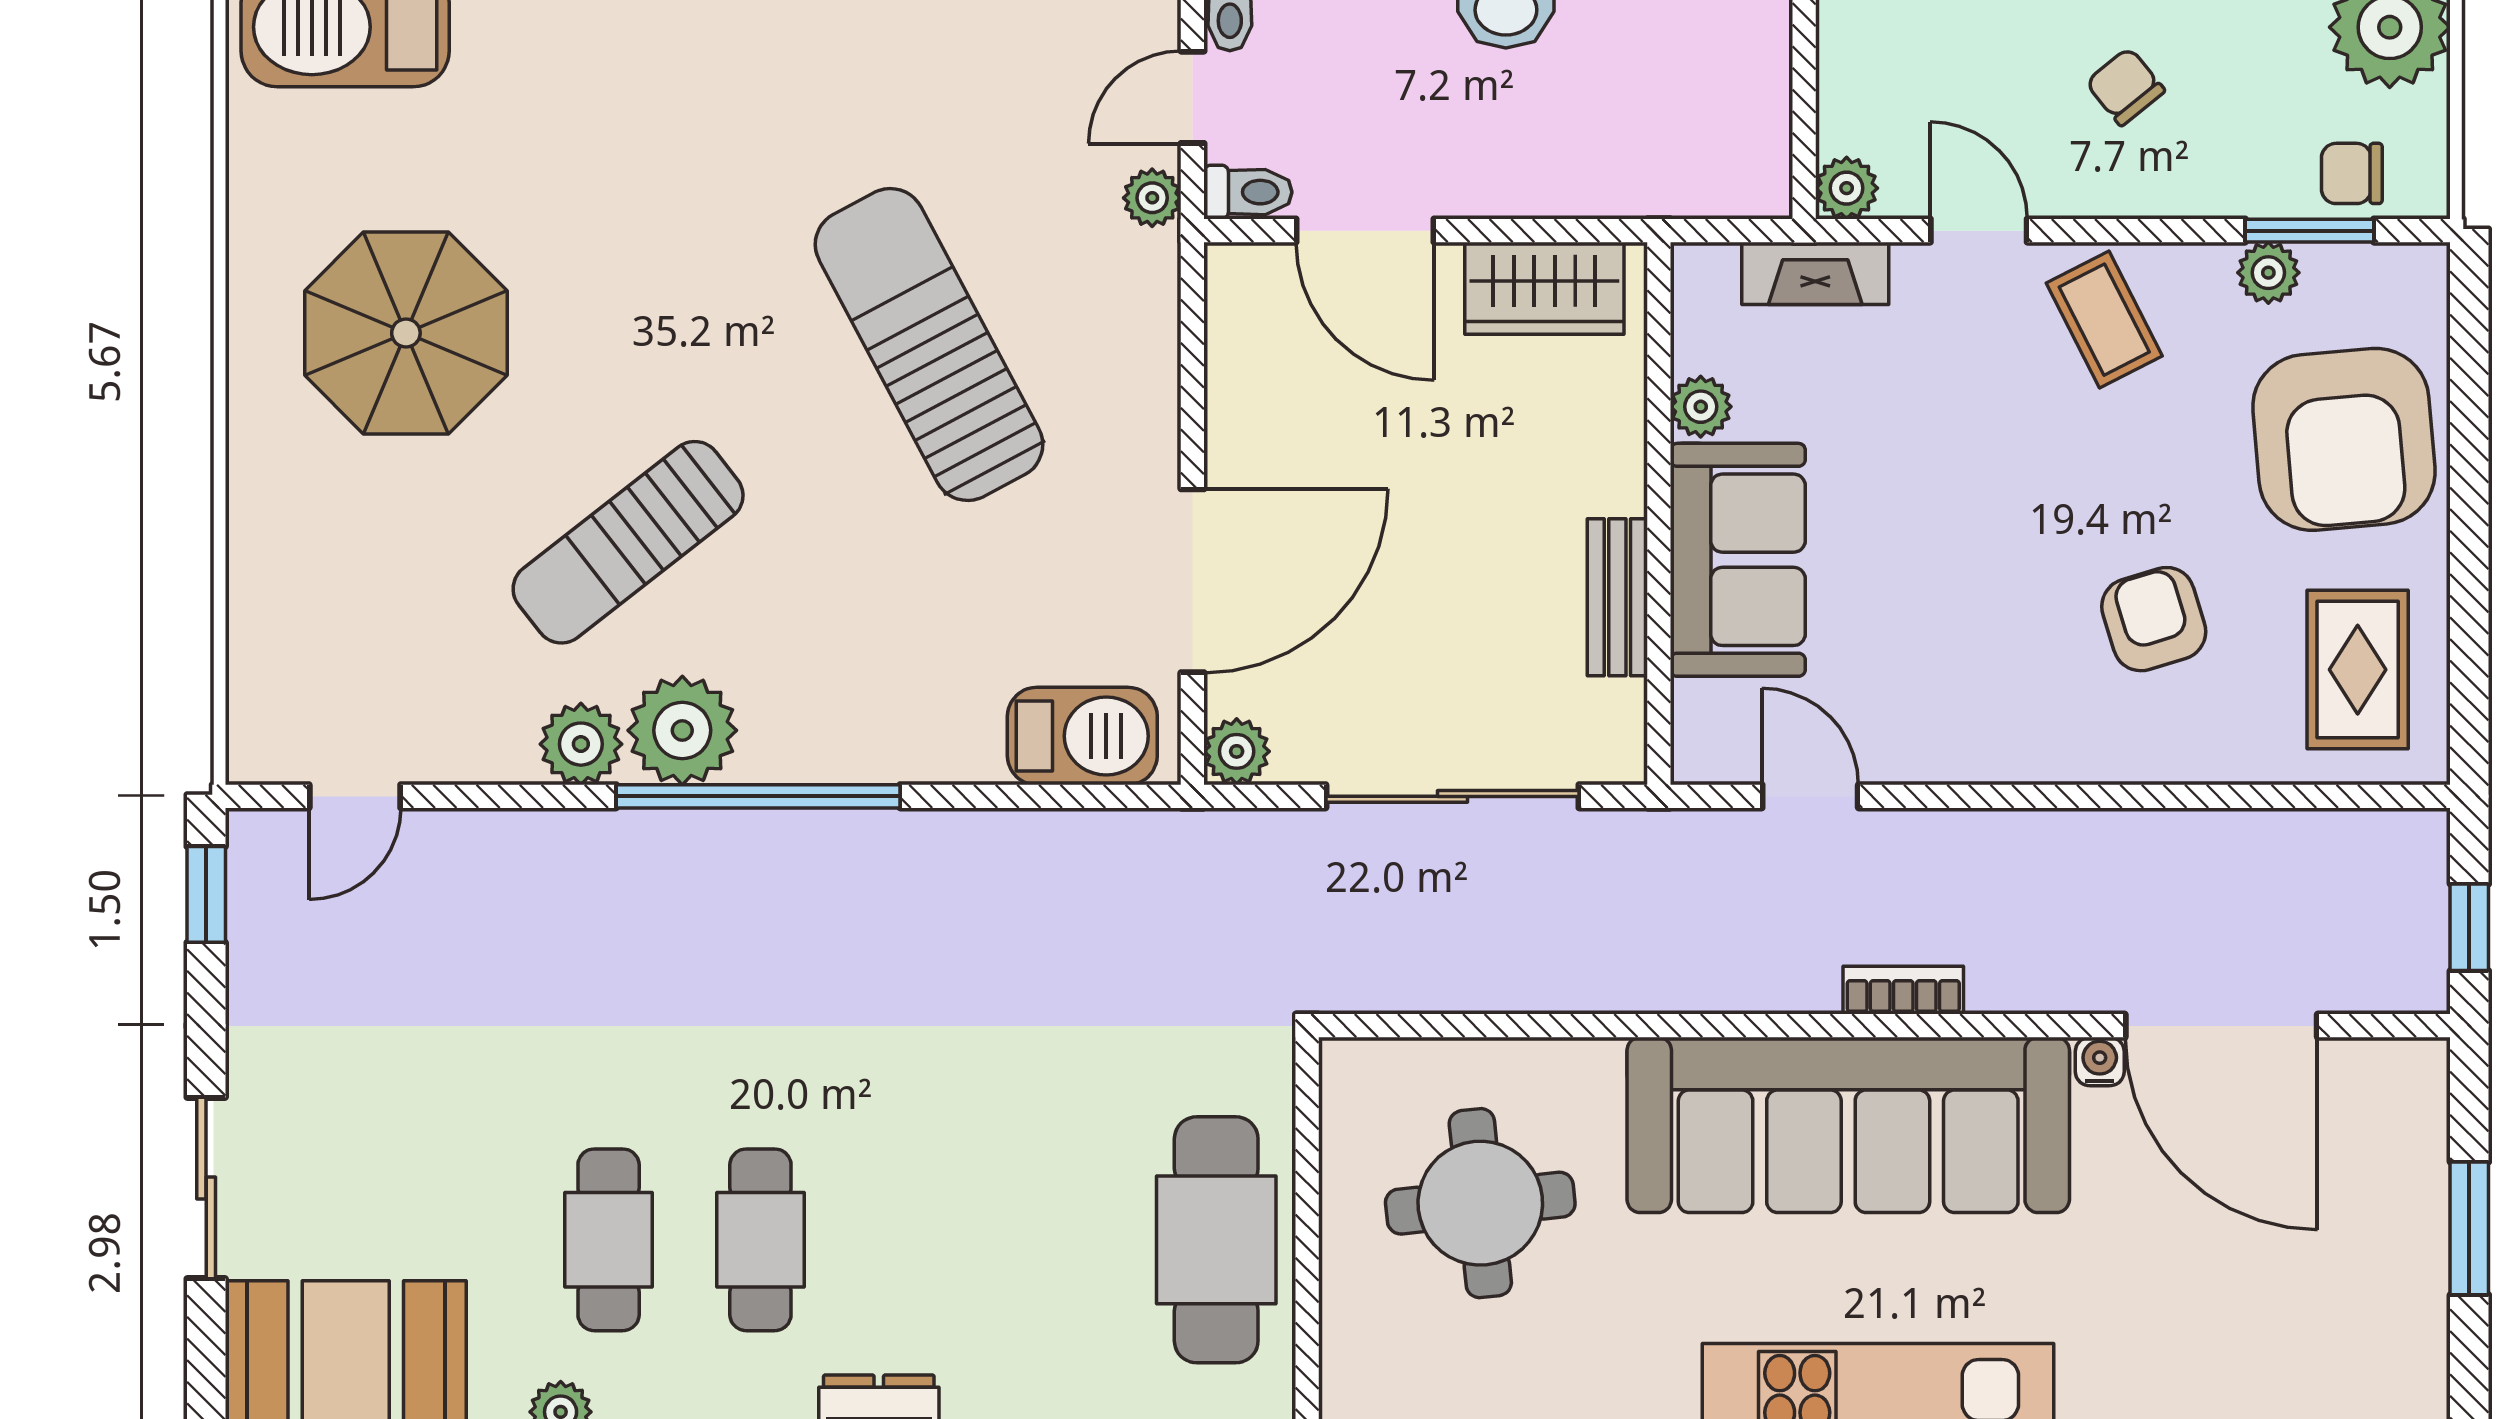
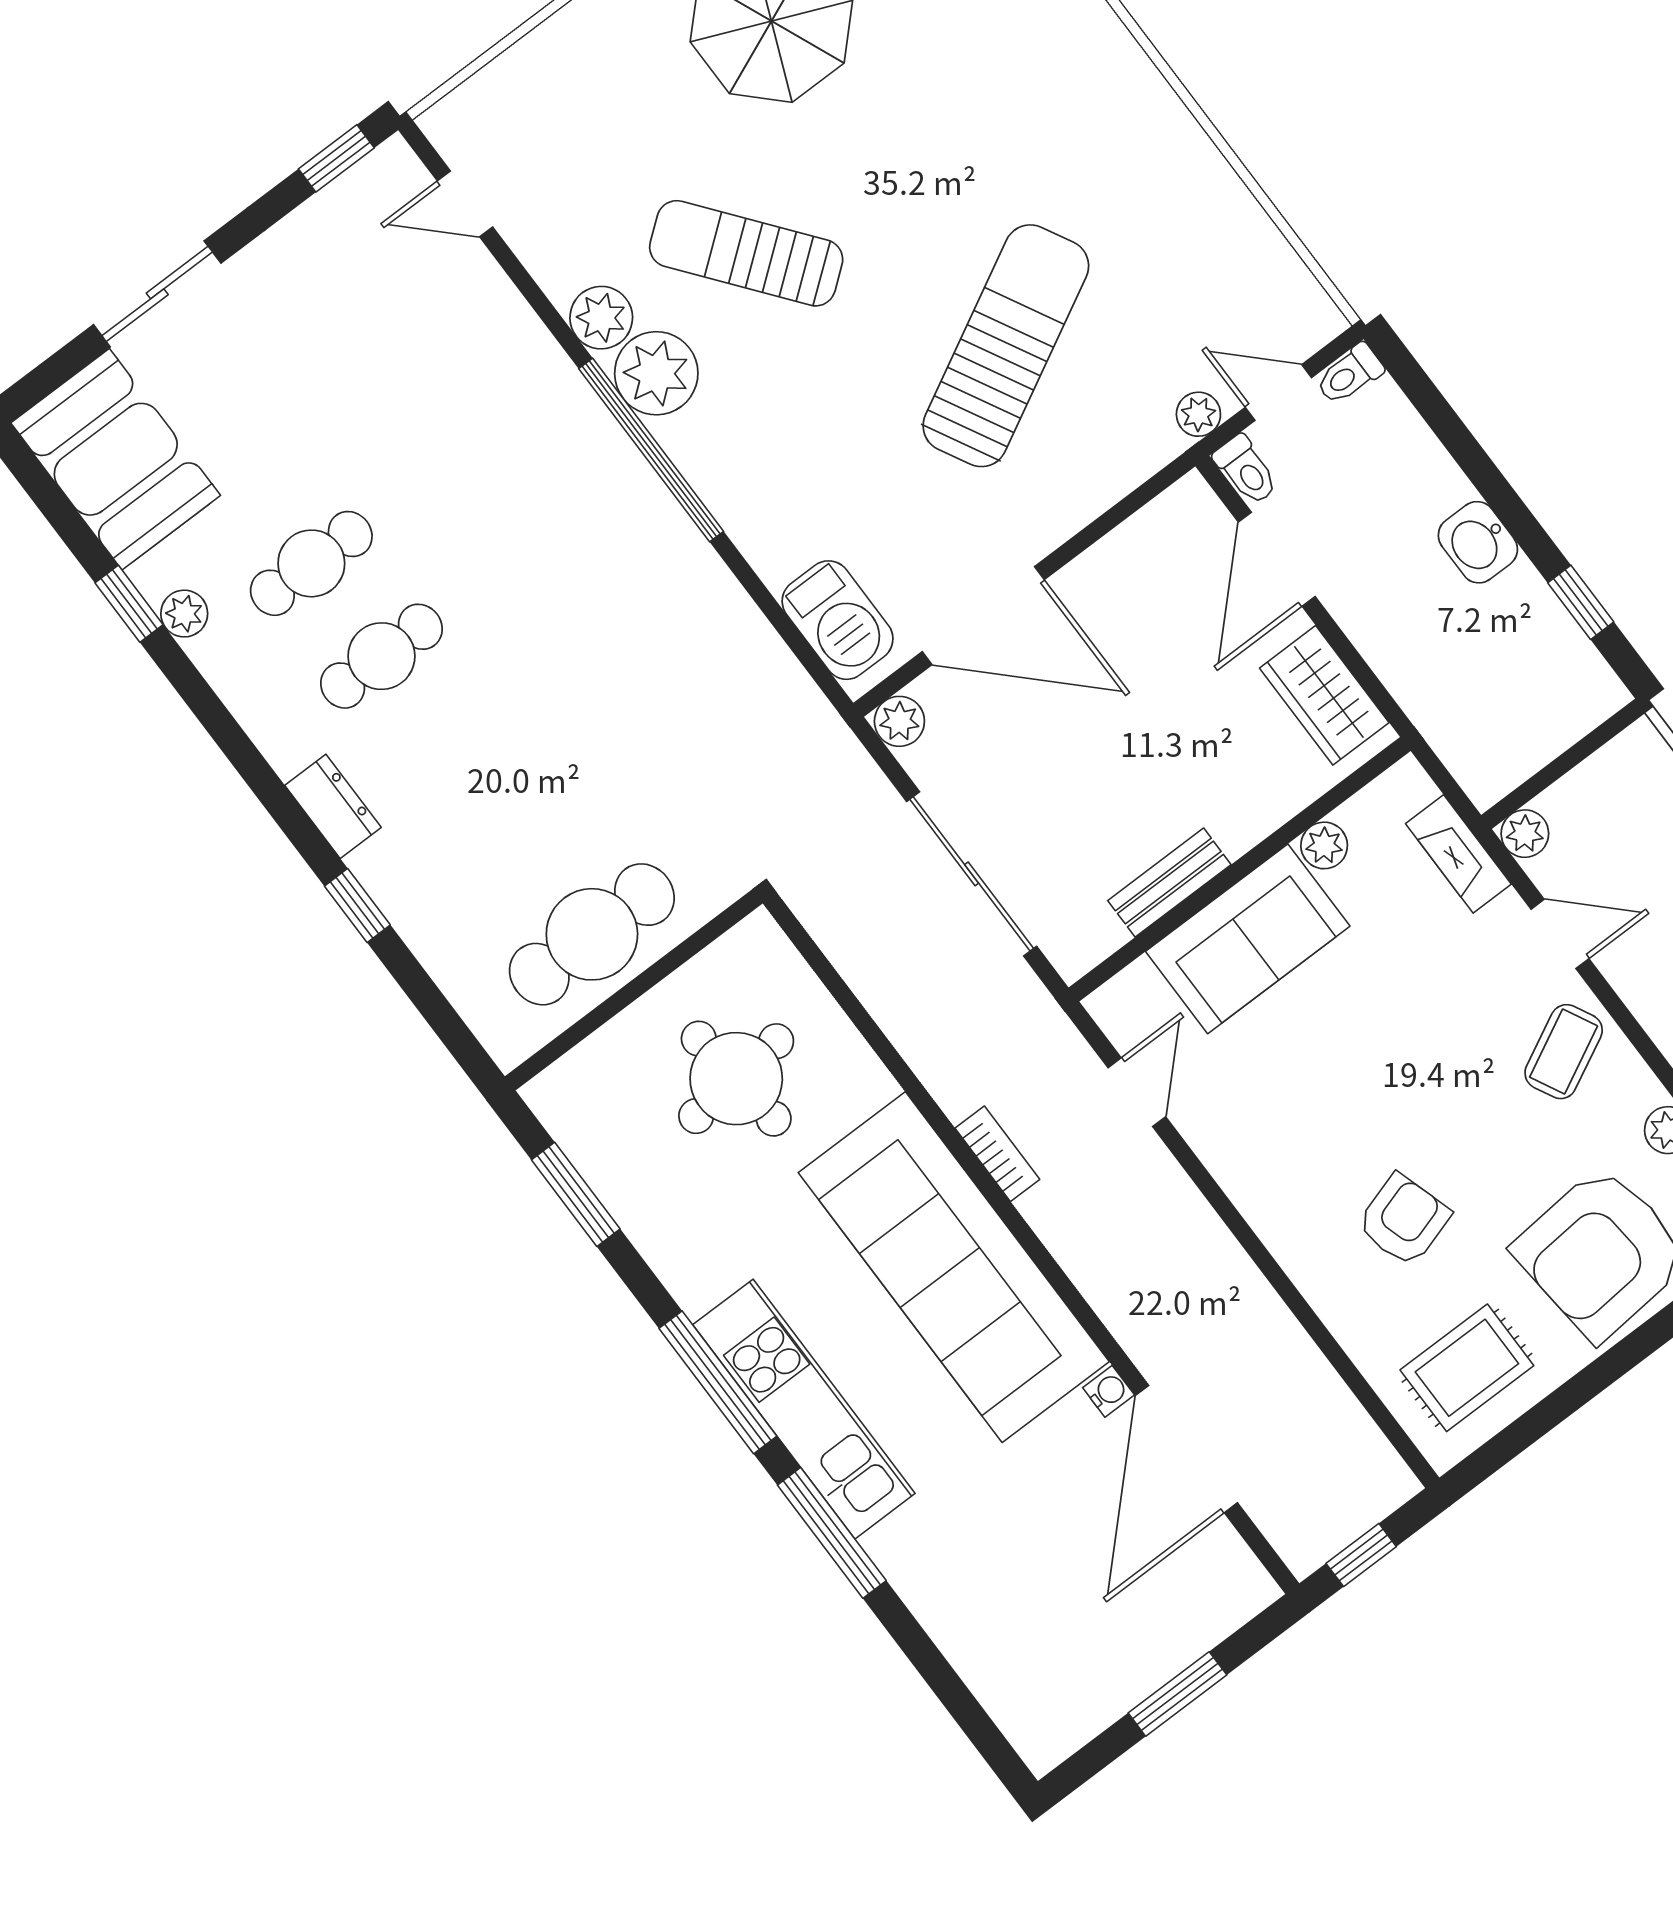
door: (1979, 231) -> (1560, 934), hinge flipped
bookcase: (1903, 990) -> (997, 1154), moved

